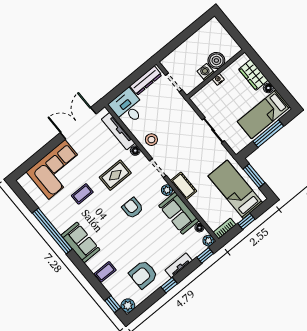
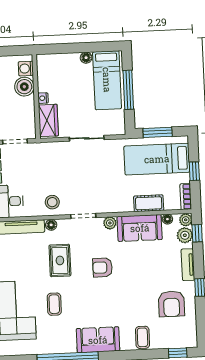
washing machine: (206, 72) -> (26, 69), moved
wardrobe: (253, 75) -> (48, 120), moved, turned -90
cot: (184, 186) -> (149, 203), moved
plant: (128, 306) -> (185, 235), moved

